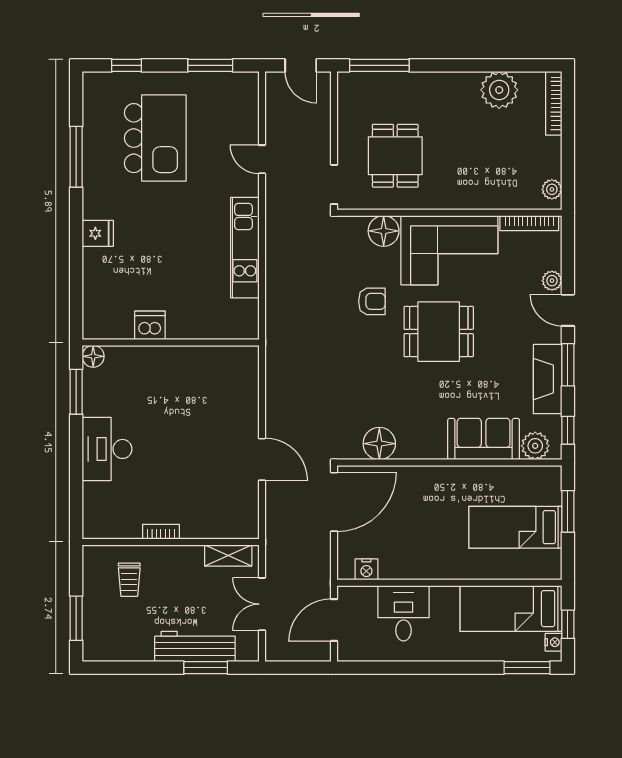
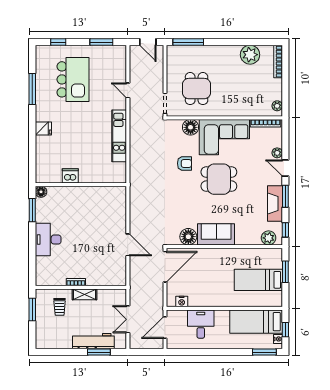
sofa: (484, 439) -> (216, 234), moved
shelving: (228, 555) -> (85, 294), moved
window: (76, 618) -> (32, 310), moved

